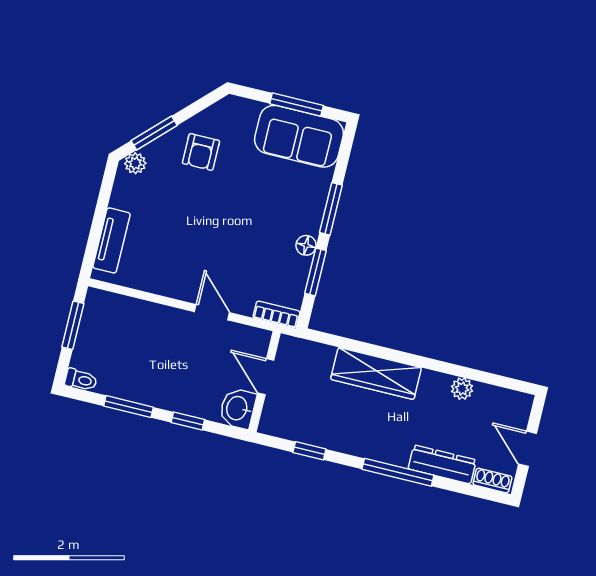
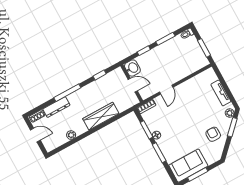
tv unit: (112, 240) -> (221, 93), moved
door: (212, 312) -> (166, 90), hinge flipped

